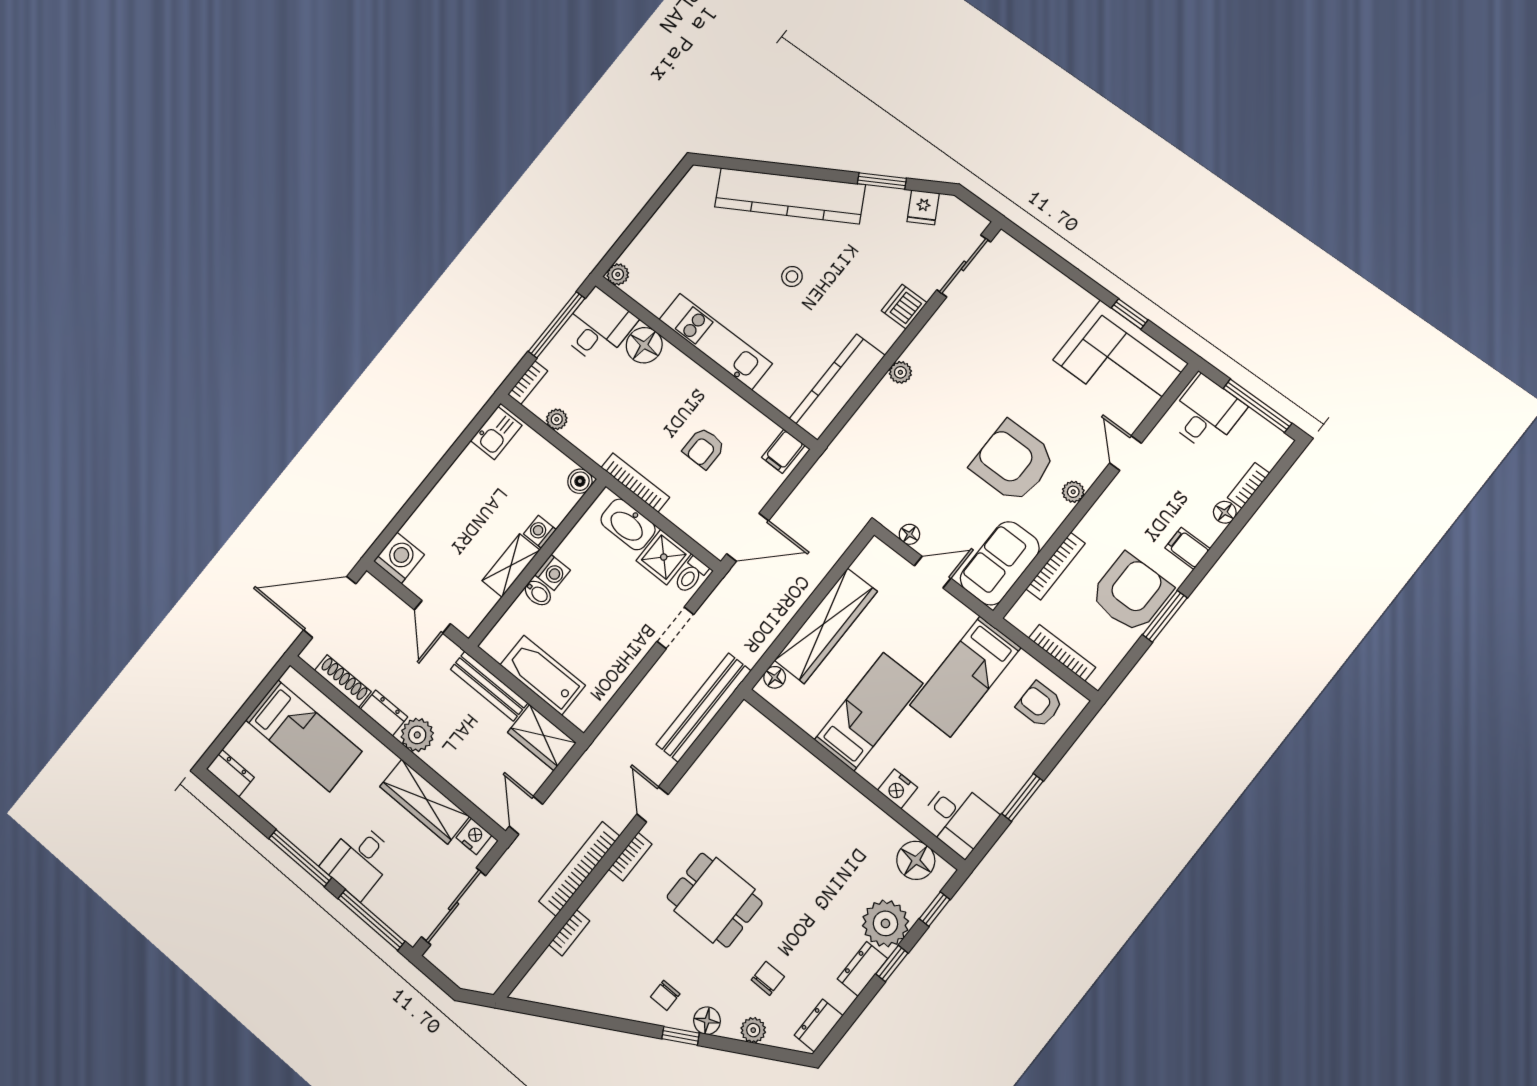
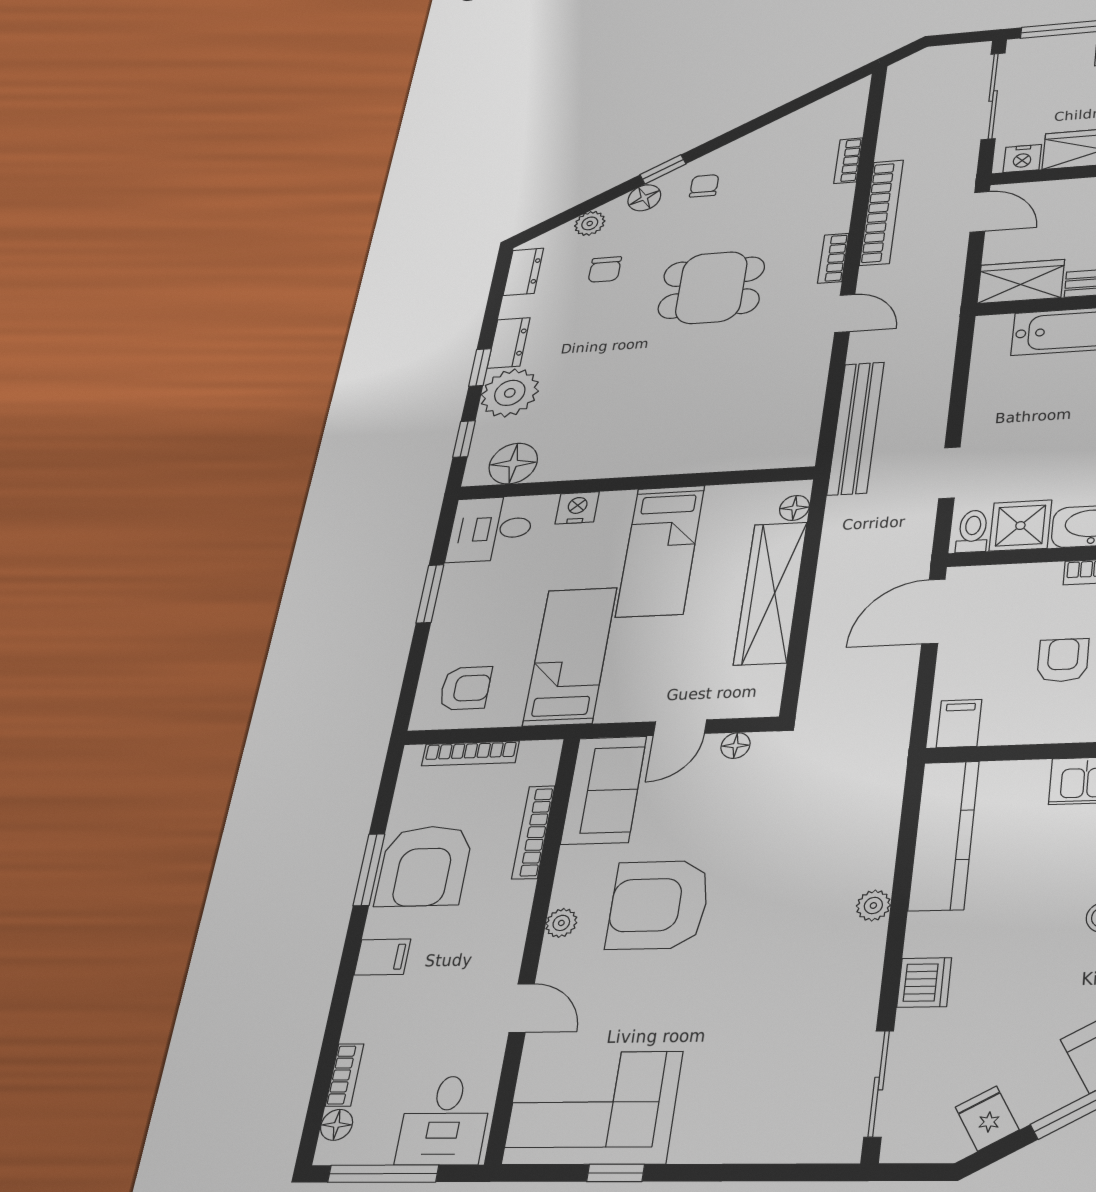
armchair: (1013, 462) -> (659, 905), turned 180
floor lamp: (1225, 512) -> (337, 1125), moved

